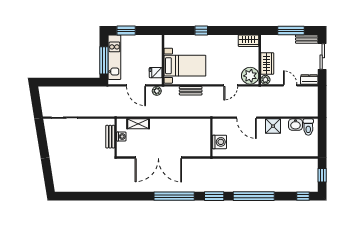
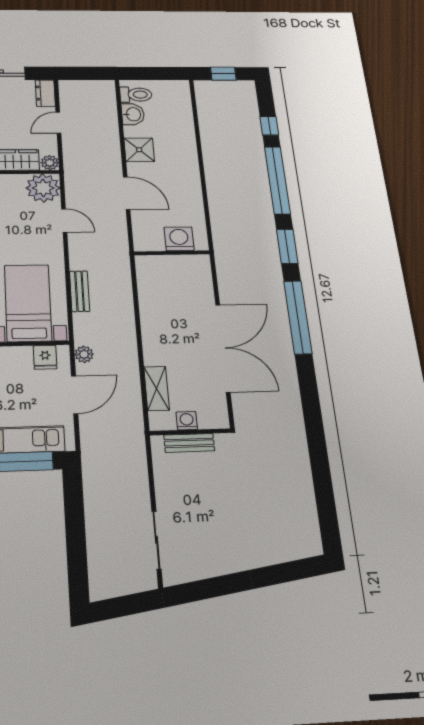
door: (247, 118) -> (127, 193), hinge flipped
window: (303, 196) -> (269, 126), moved

